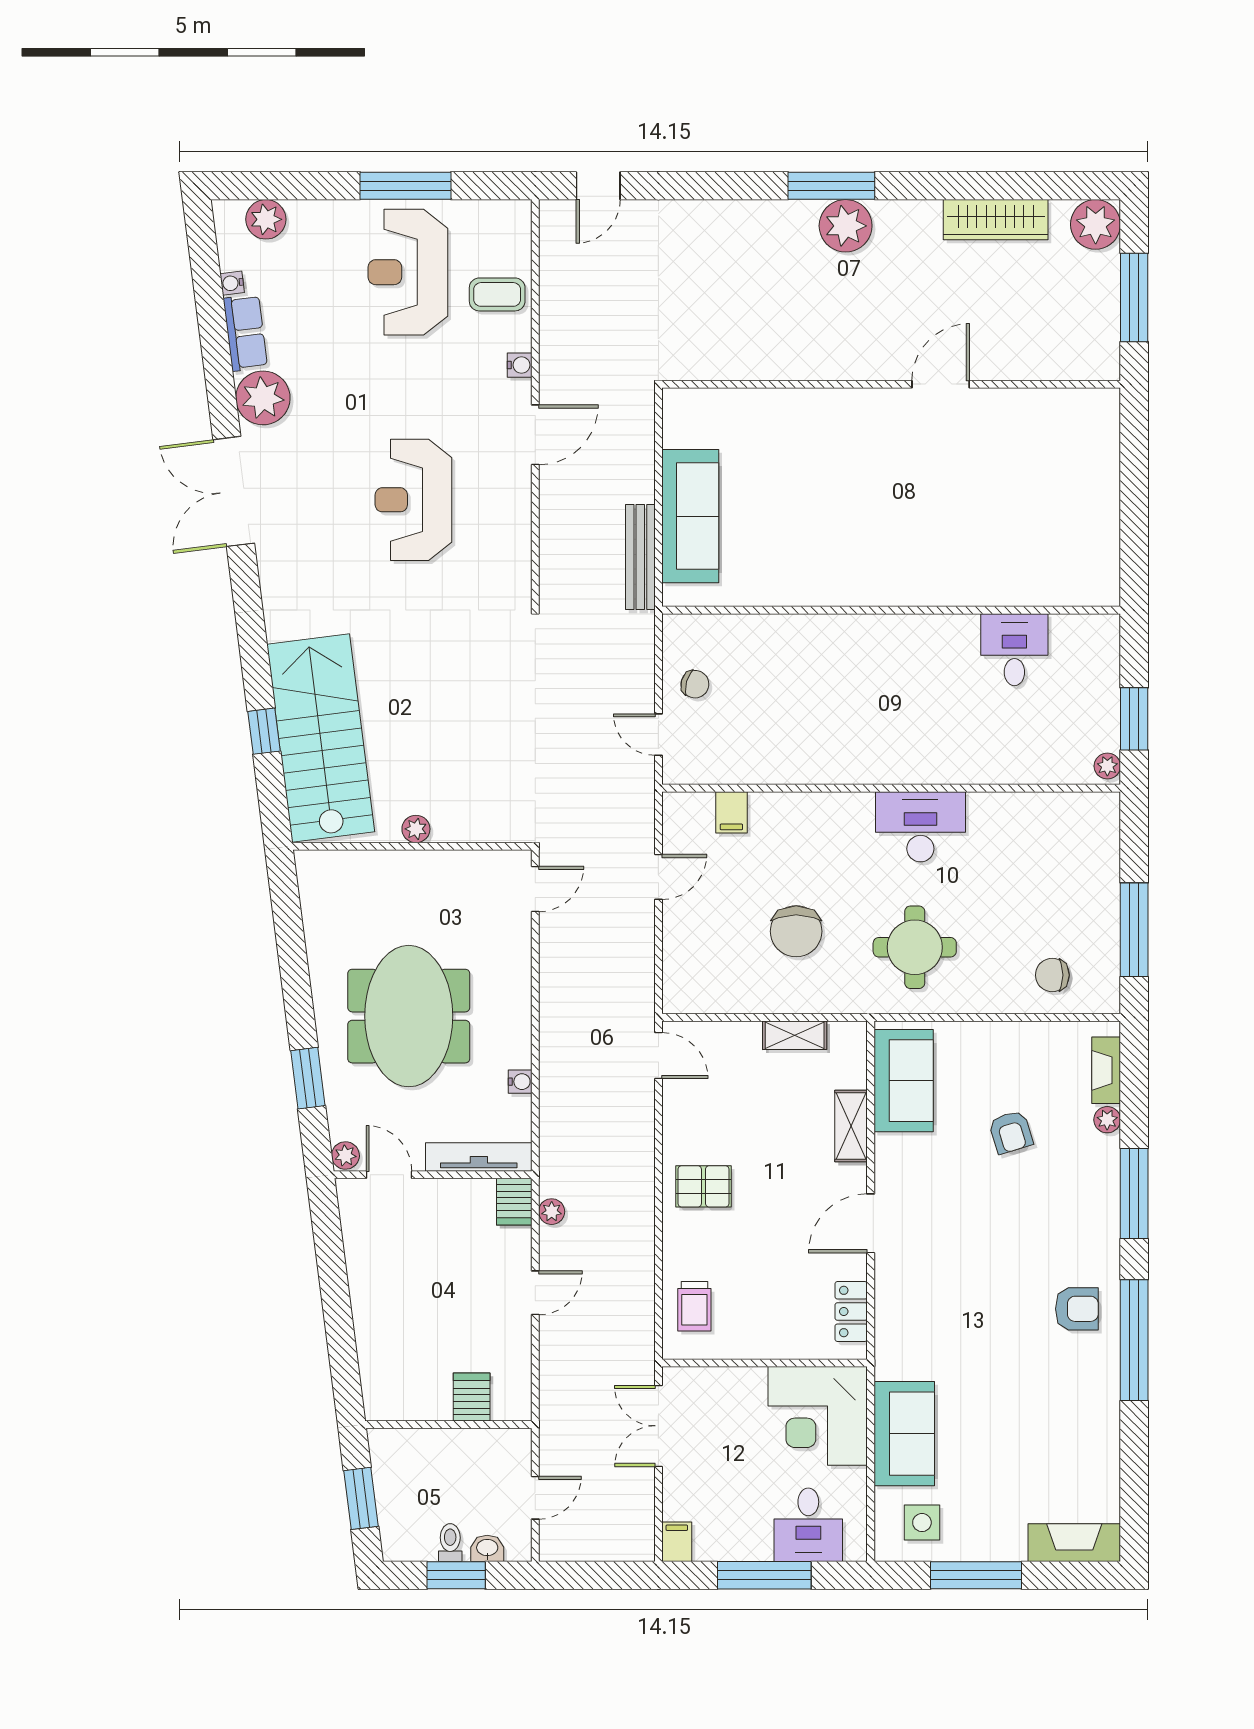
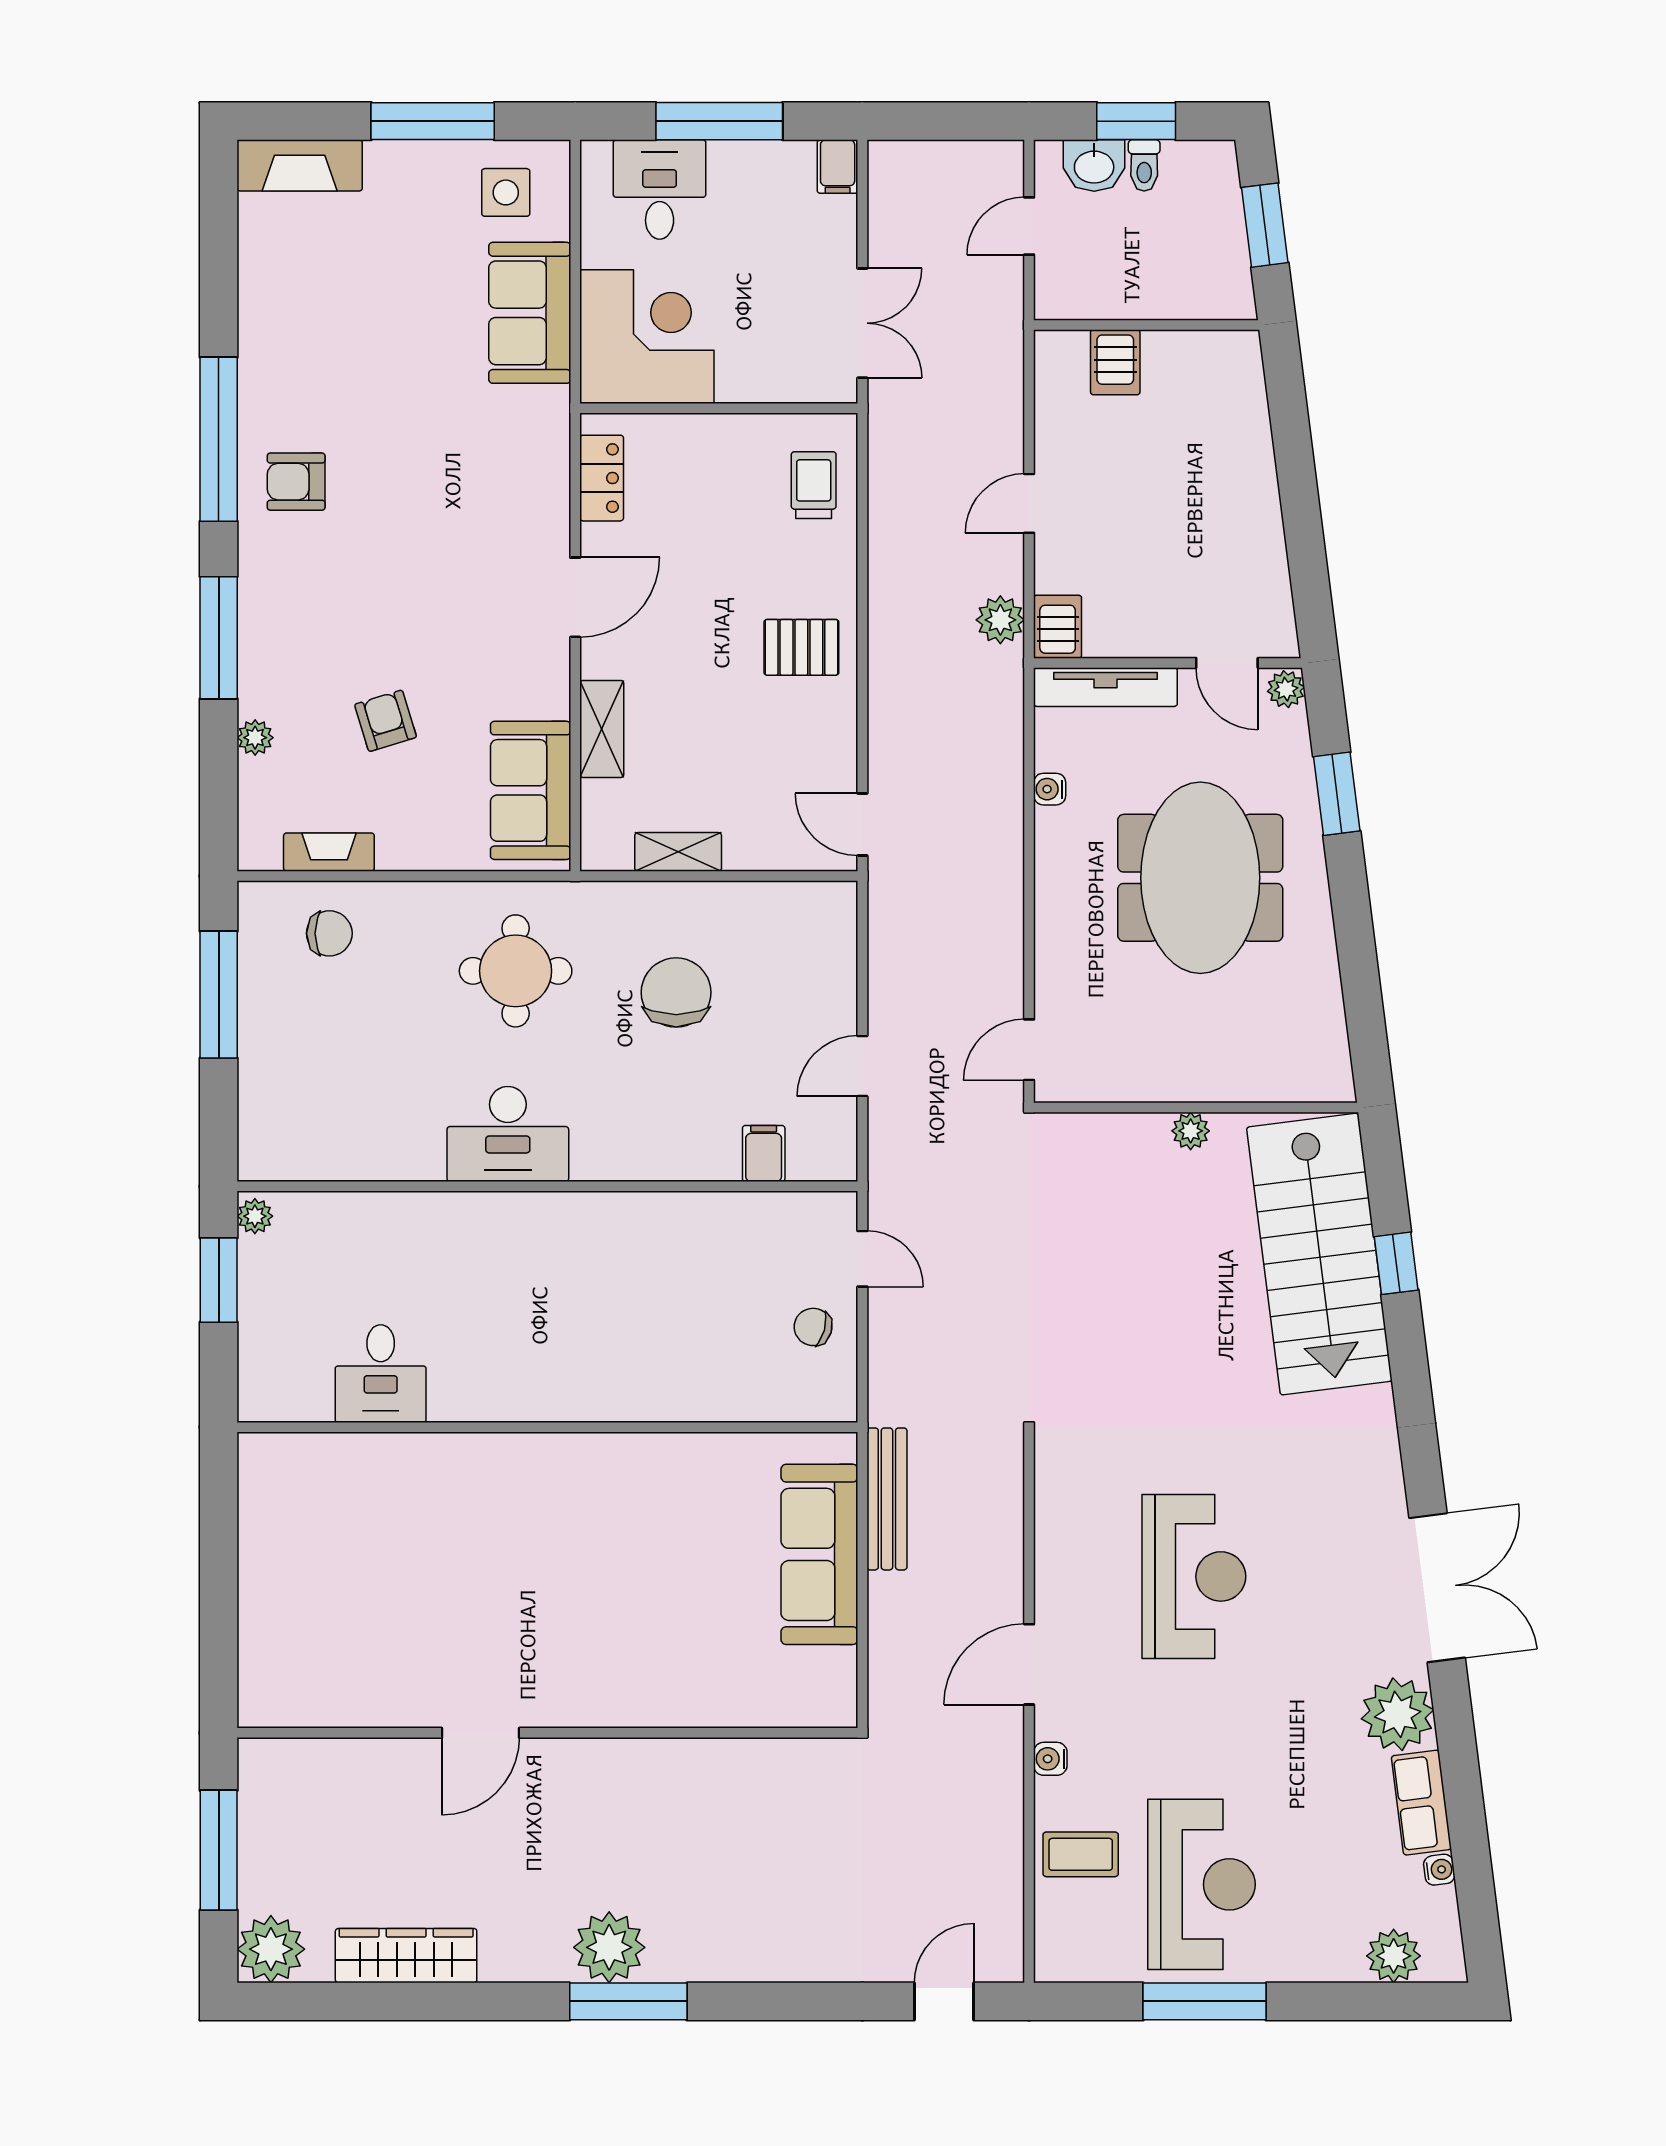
fireplace: (1106, 1070) -> (329, 852), moved, turned -90
plant: (552, 1212) -> (1000, 620), width x1.38, depth x1.38
washbasin: (487, 1548) -> (1094, 166), width x1.38, depth x1.45

